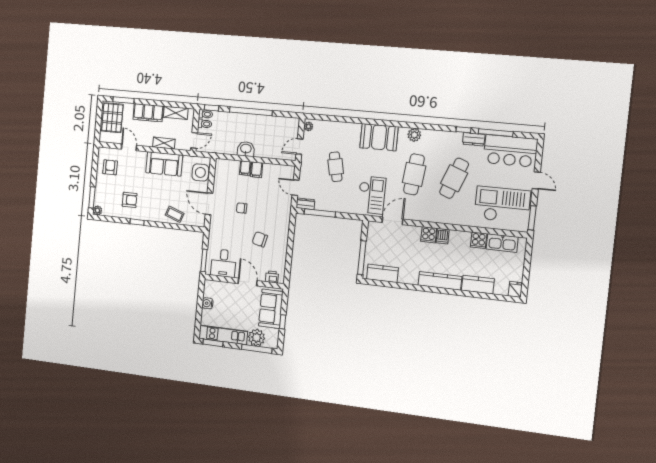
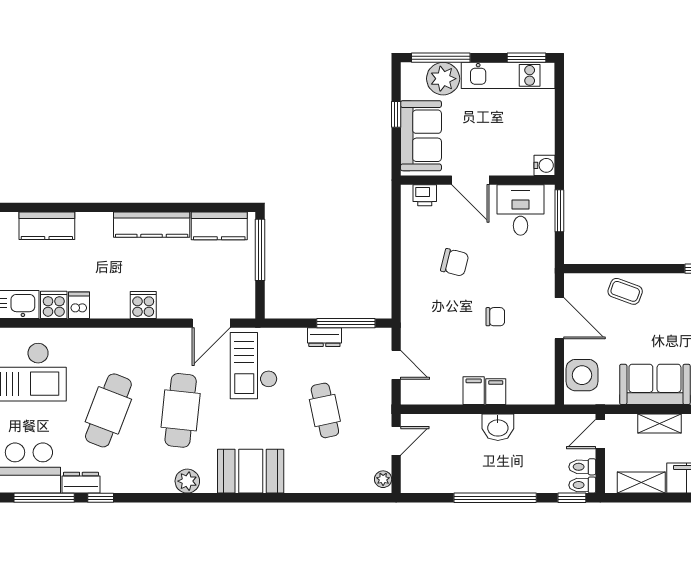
dresser: (305, 204) -> (324, 337), moved
dishwasher: (443, 236) -> (79, 305), moved
kitchen counter: (440, 281) -> (152, 225), moved
water cooler: (207, 303) -> (545, 165), moved

